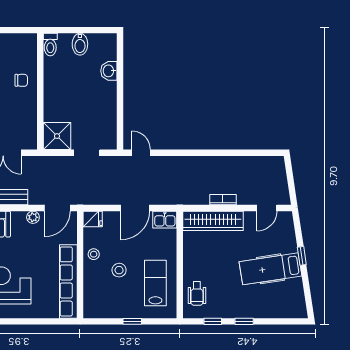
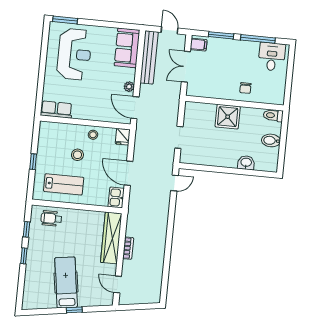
shower: (57, 136) -> (228, 117), moved
row of seats: (68, 281) -> (56, 110), width x0.50

